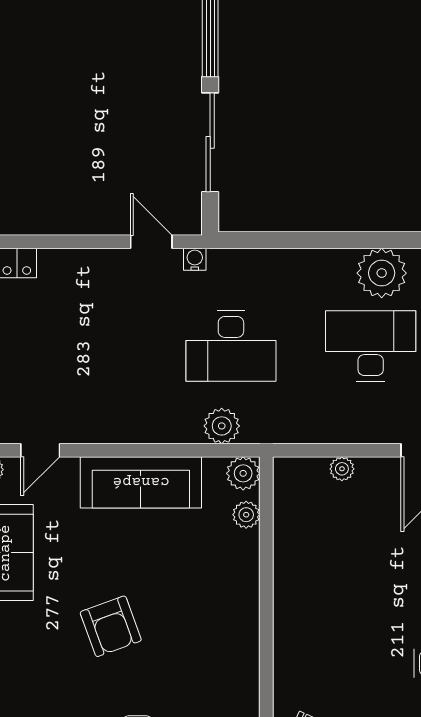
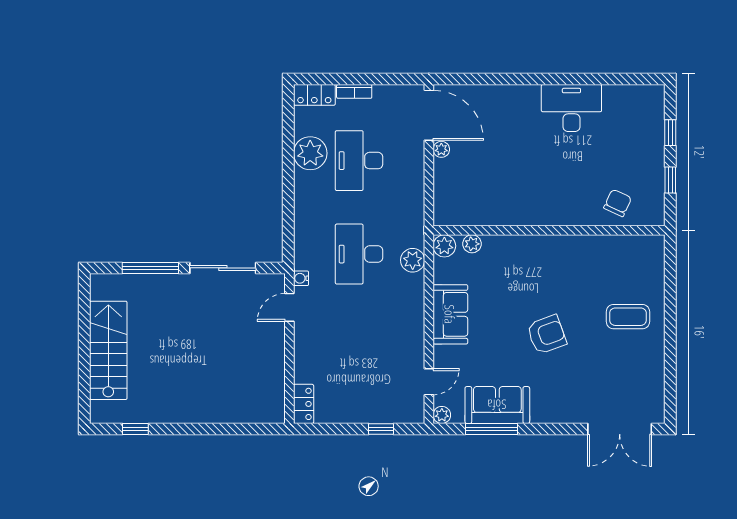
desk: (231, 346) -> (359, 254), turned 180
door: (40, 450) -> (429, 382), hinge flipped
plant: (342, 469) -> (441, 149), moved
sofa: (141, 482) -> (450, 314), width x0.73

